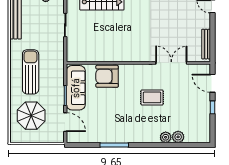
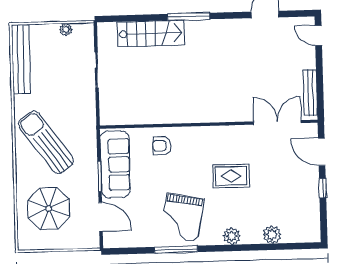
double door: (171, 63) -> (277, 122), moved
sun lounger: (31, 72) -> (46, 142), turned -36
armchair: (107, 76) -> (162, 146), width x0.53, depth x0.53
grand piano: (119, 124) -> (182, 217), added
plant: (166, 137) -> (232, 236), moved

